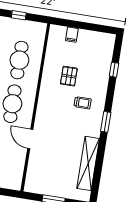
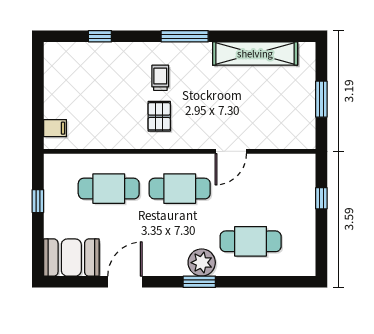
filing cabinet: (72, 35) -> (55, 128), moved
pallet: (69, 76) -> (159, 116), moved, turned 90
window: (106, 122) -> (185, 36), width x1.44

